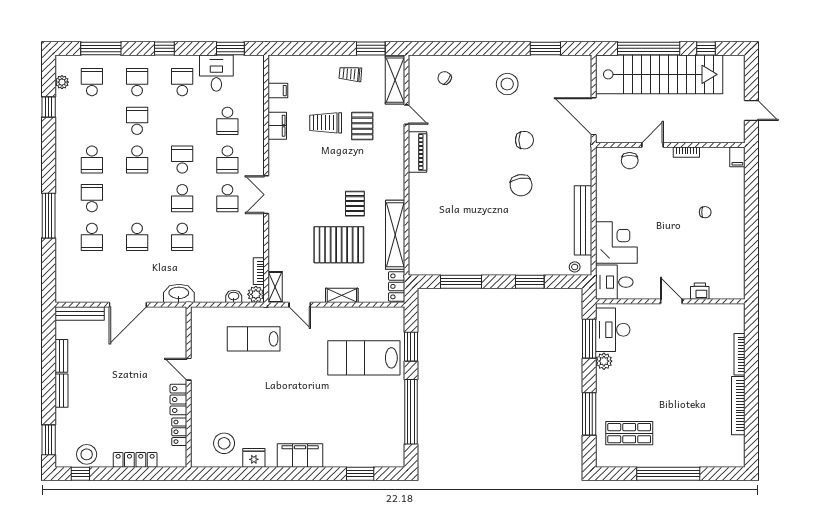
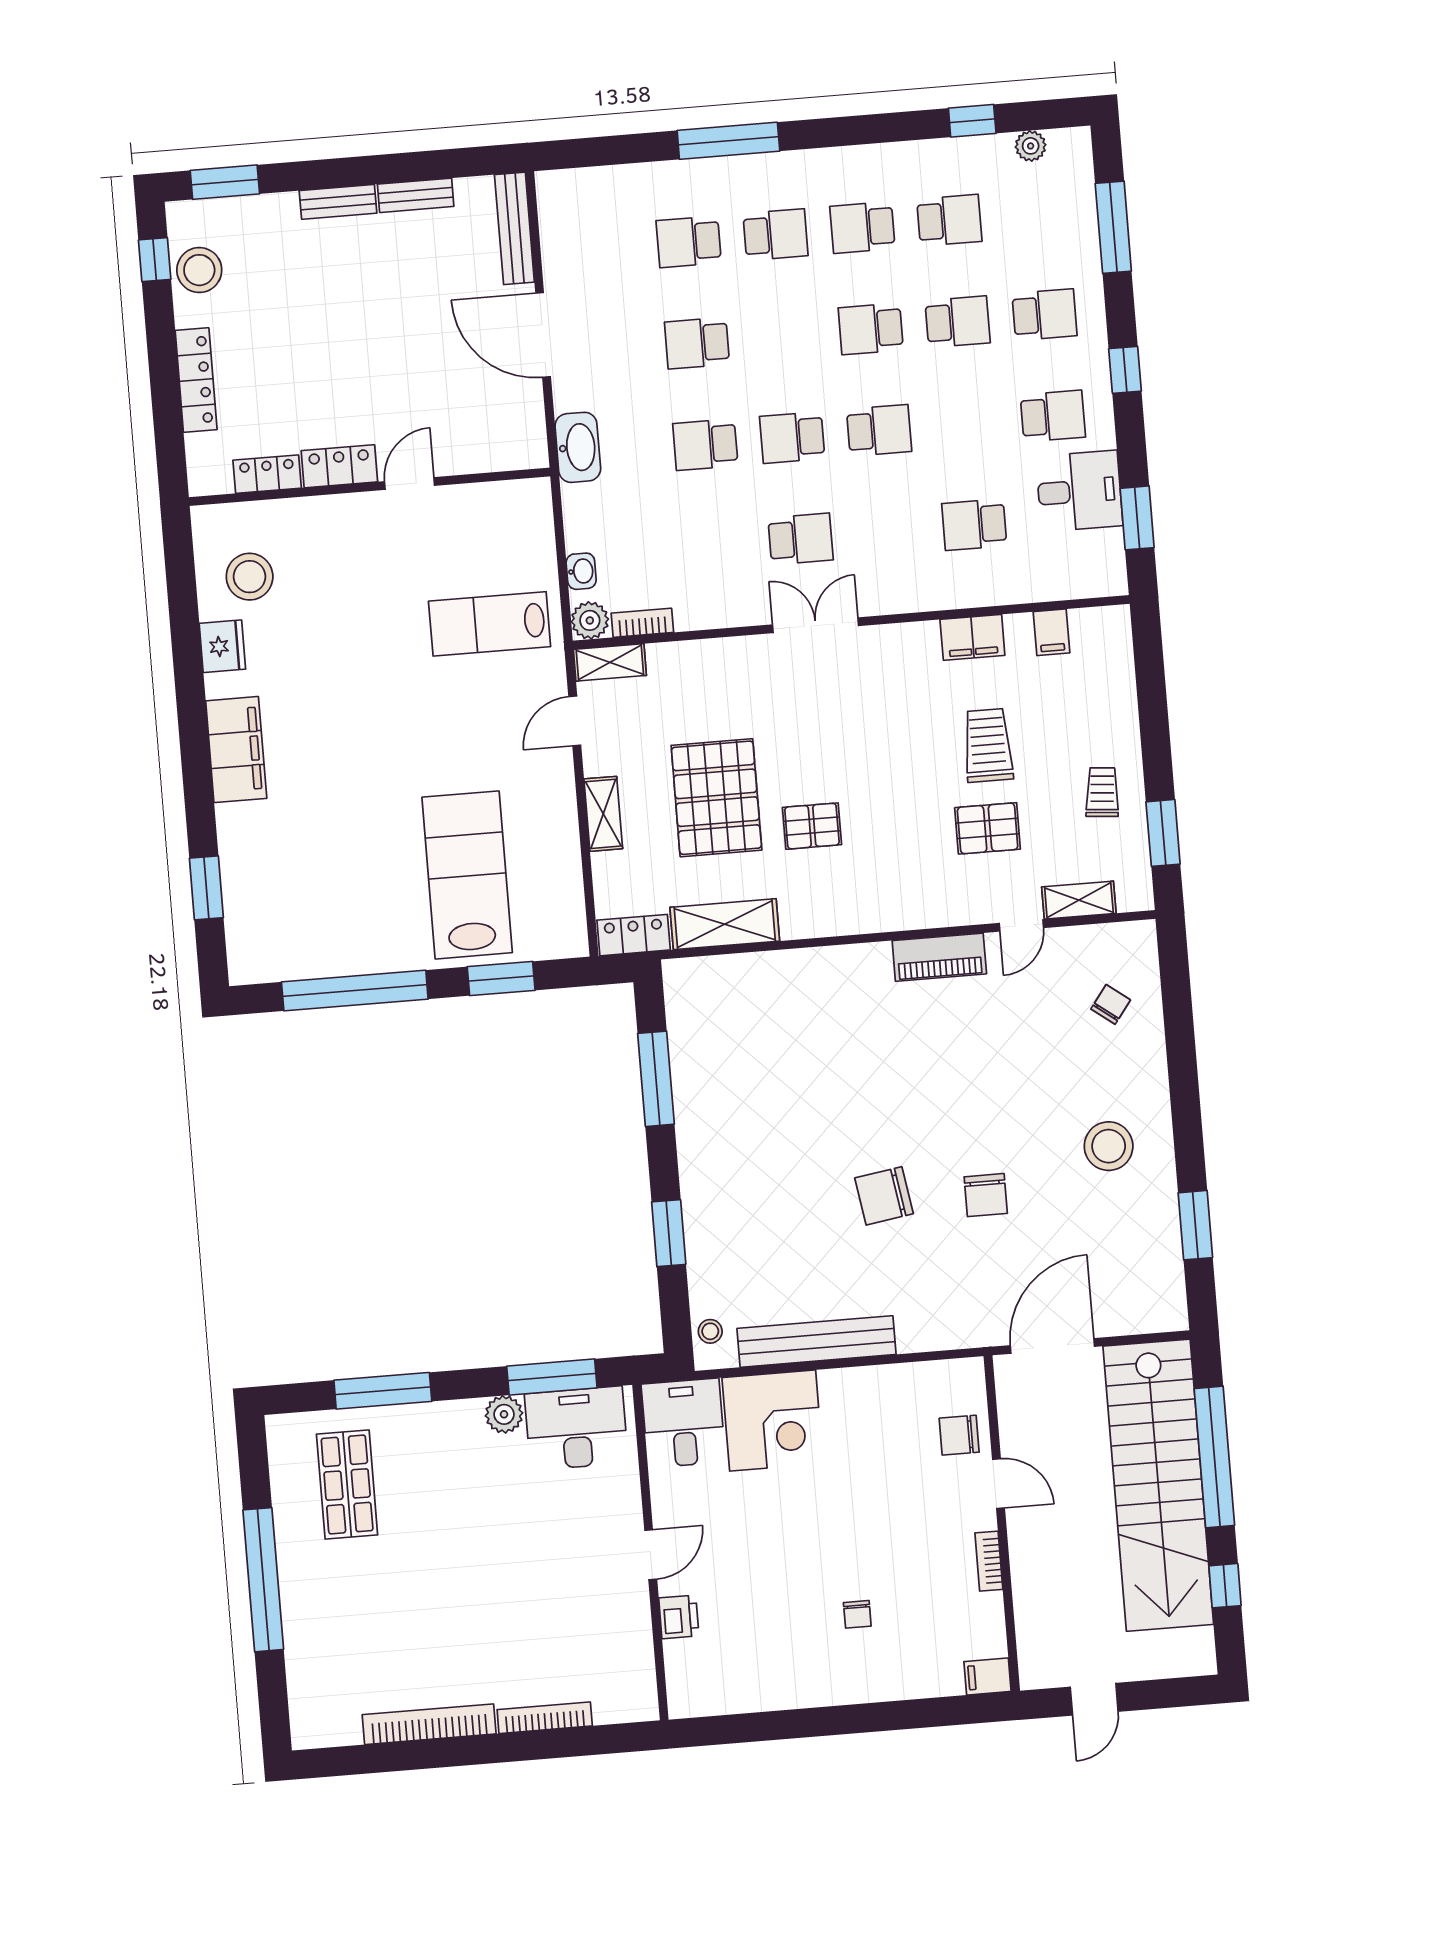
shelving: (395, 80) -> (1079, 900), width x0.67, depth x0.75
school desk: (92, 82) -> (949, 220), moved
school desk: (227, 159) -> (887, 532), removed
school desk: (227, 198) -> (801, 539), turned 180
shelving: (395, 235) -> (725, 924), width x0.68
lab bench: (254, 339) -> (490, 624), turned -90

